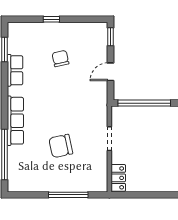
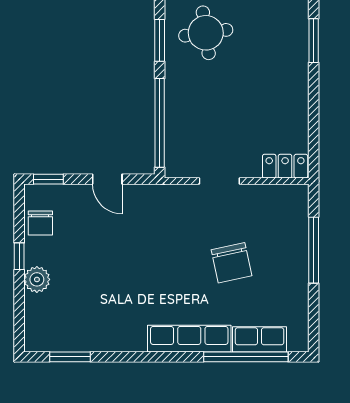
window: (51, 19) -> (19, 256), moved
plant: (51, 30) -> (37, 279), added
chair: (60, 59) -> (40, 223), moved, turned -78
row of seats: (15, 70) -> (260, 339), moved

